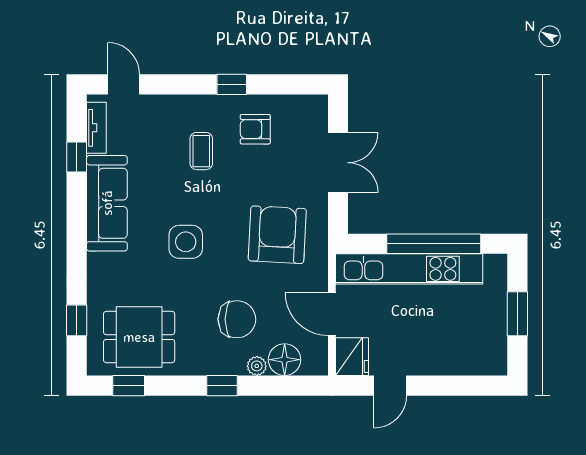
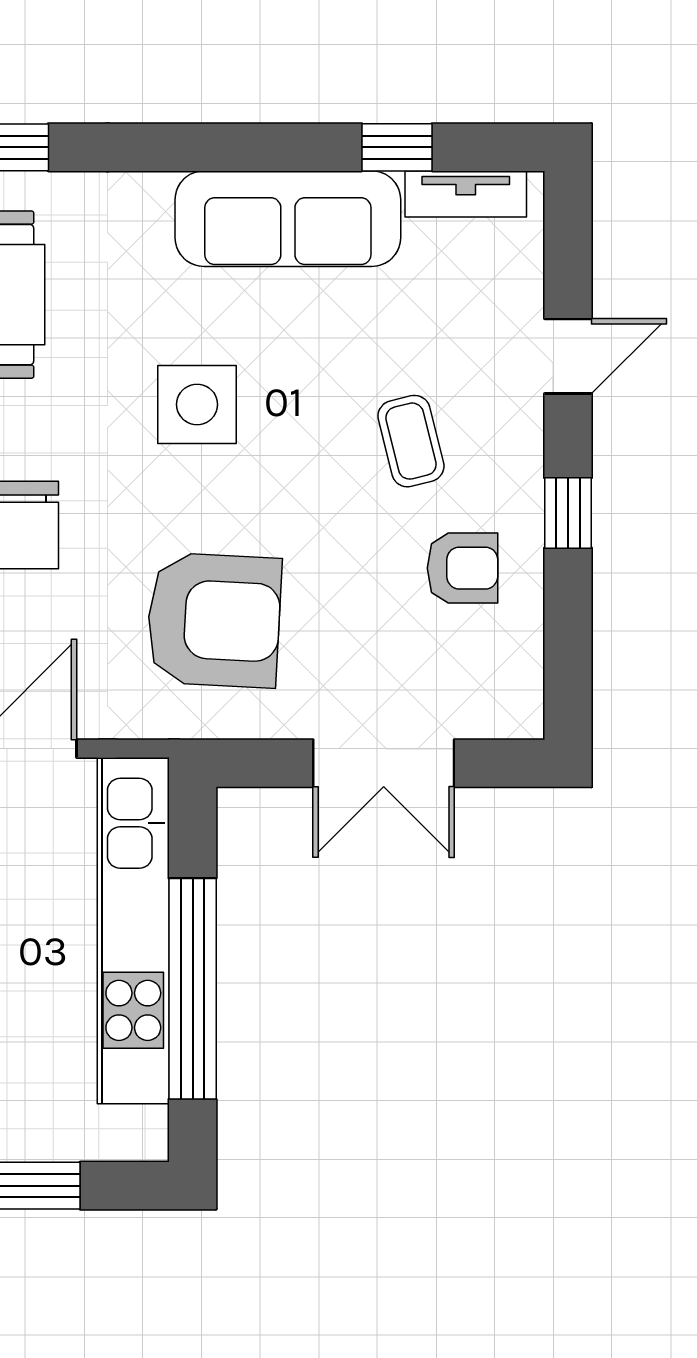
door: (124, 84) -> (568, 356), moved
armchair: (255, 129) -> (462, 568), turned 90
coffee table: (201, 151) -> (411, 441), turned 76

